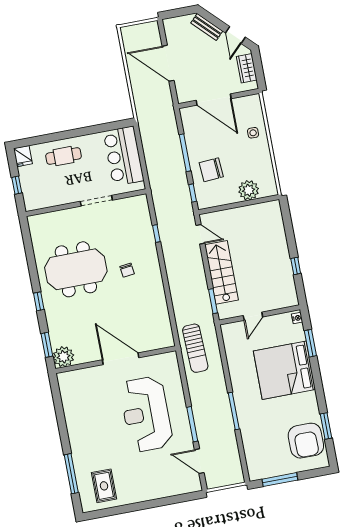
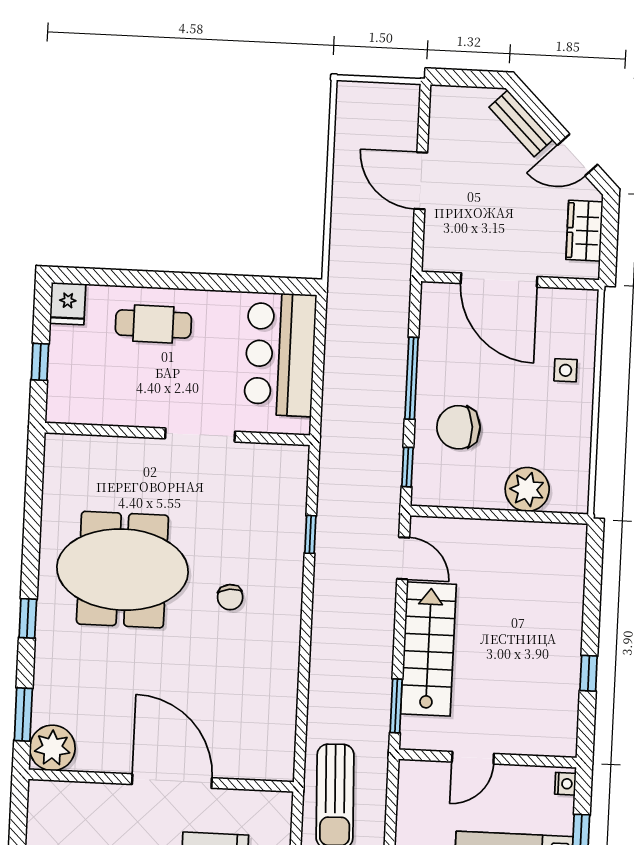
door: (235, 35) -> (577, 155), hinge flipped
door: (168, 63) -> (421, 181), width x0.73

